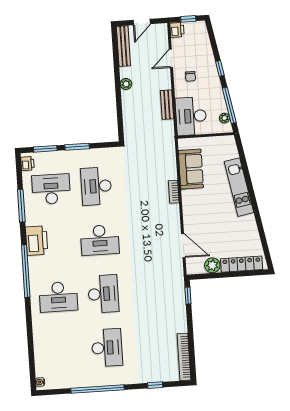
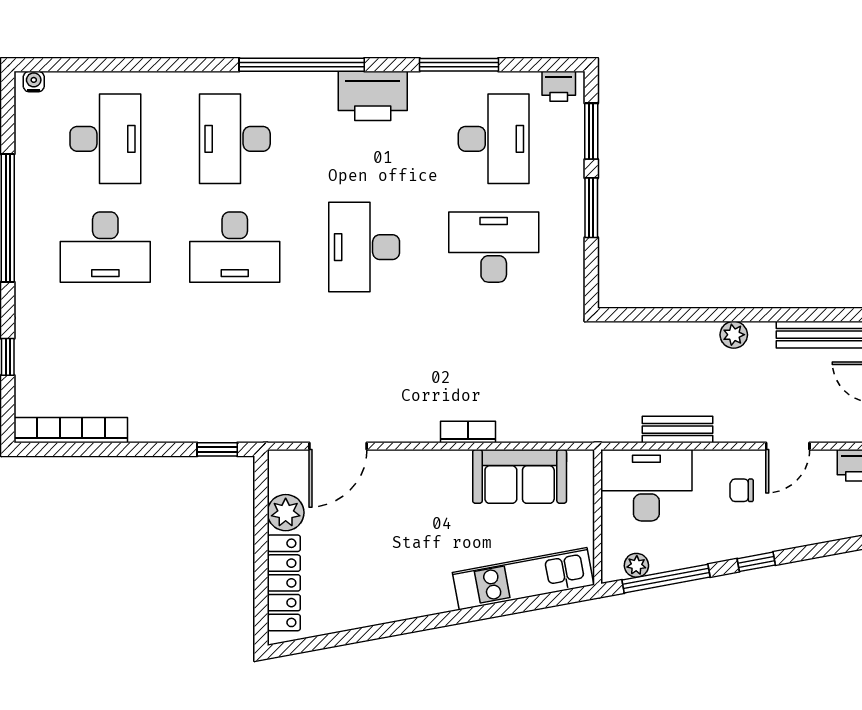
door: (171, 58) -> (788, 446), swing flipped
kitchen unit: (239, 187) -> (523, 579), moved
desk: (62, 351) -> (105, 139), added

